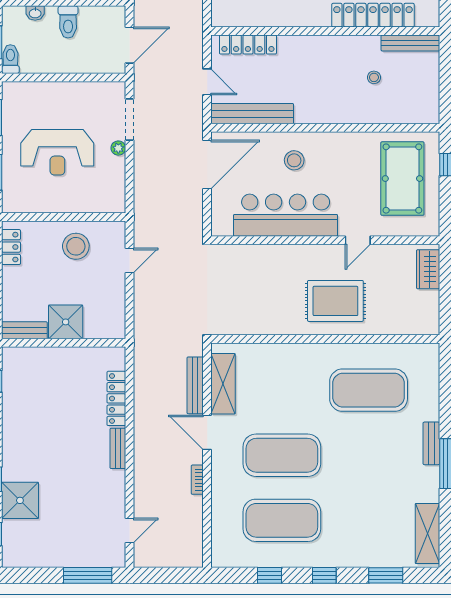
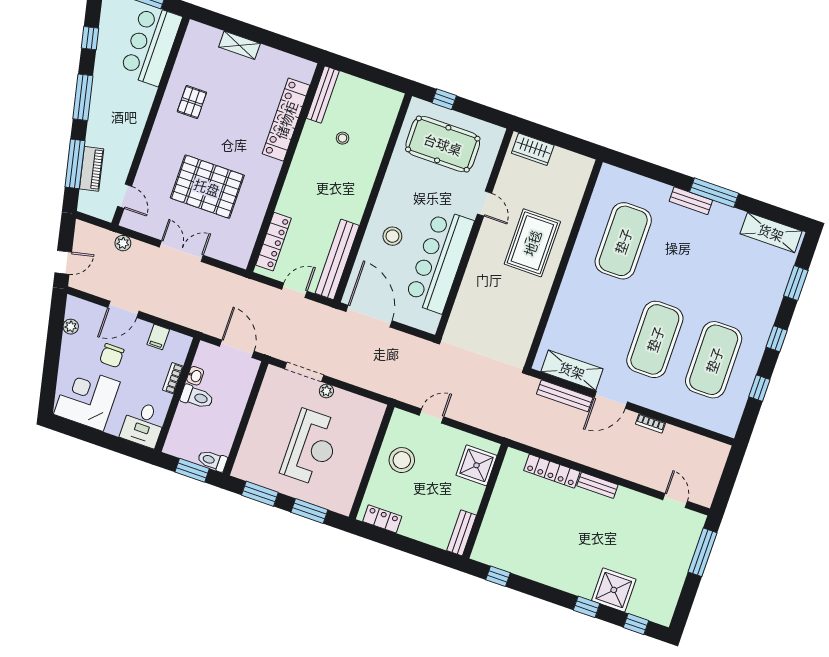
washbasin: (35, 13) -> (195, 376), moved
door: (129, 261) -> (431, 416), hinge flipped
shower: (66, 322) -> (477, 465), moved

